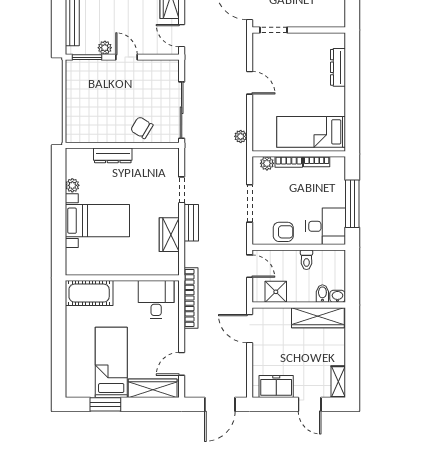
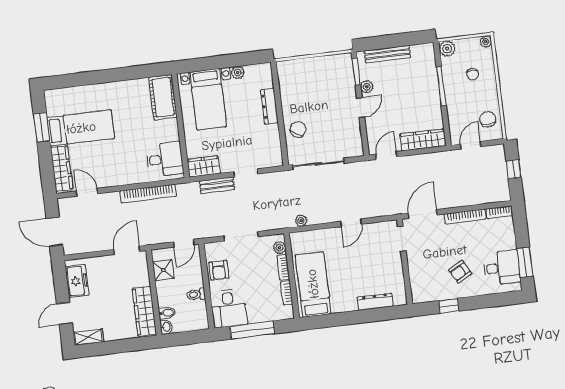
wall: (122, 278) -> (181, 126), moved
cot: (89, 293) -> (163, 97), moved
desk: (156, 300) -> (165, 159), moved

